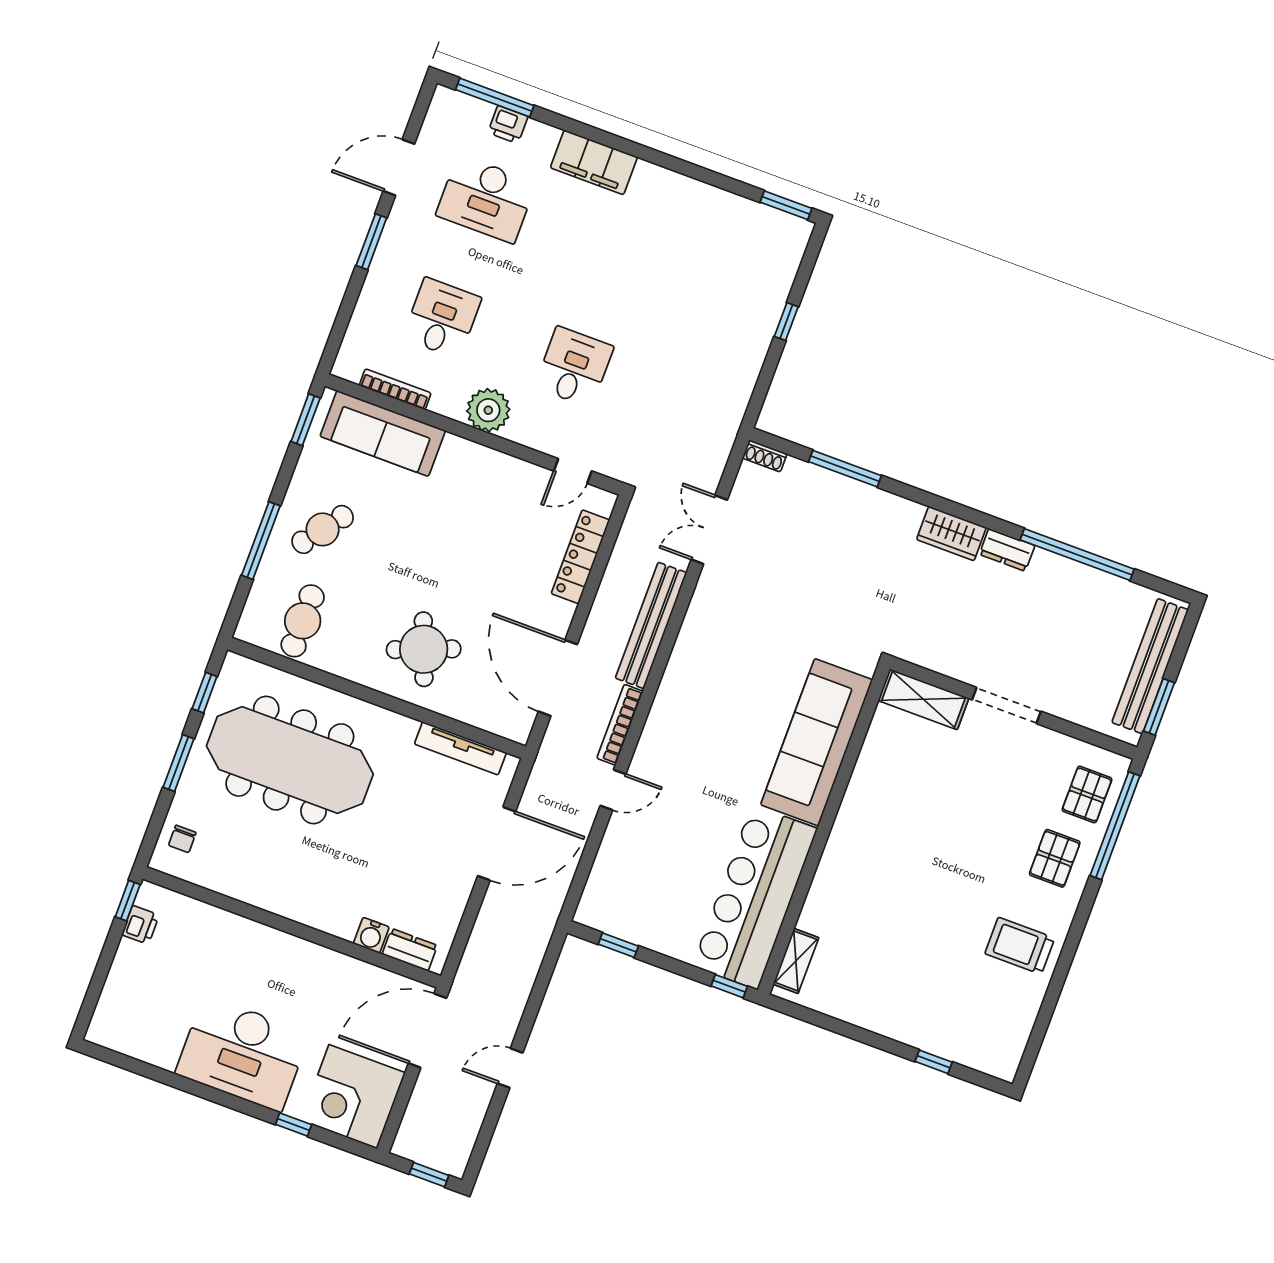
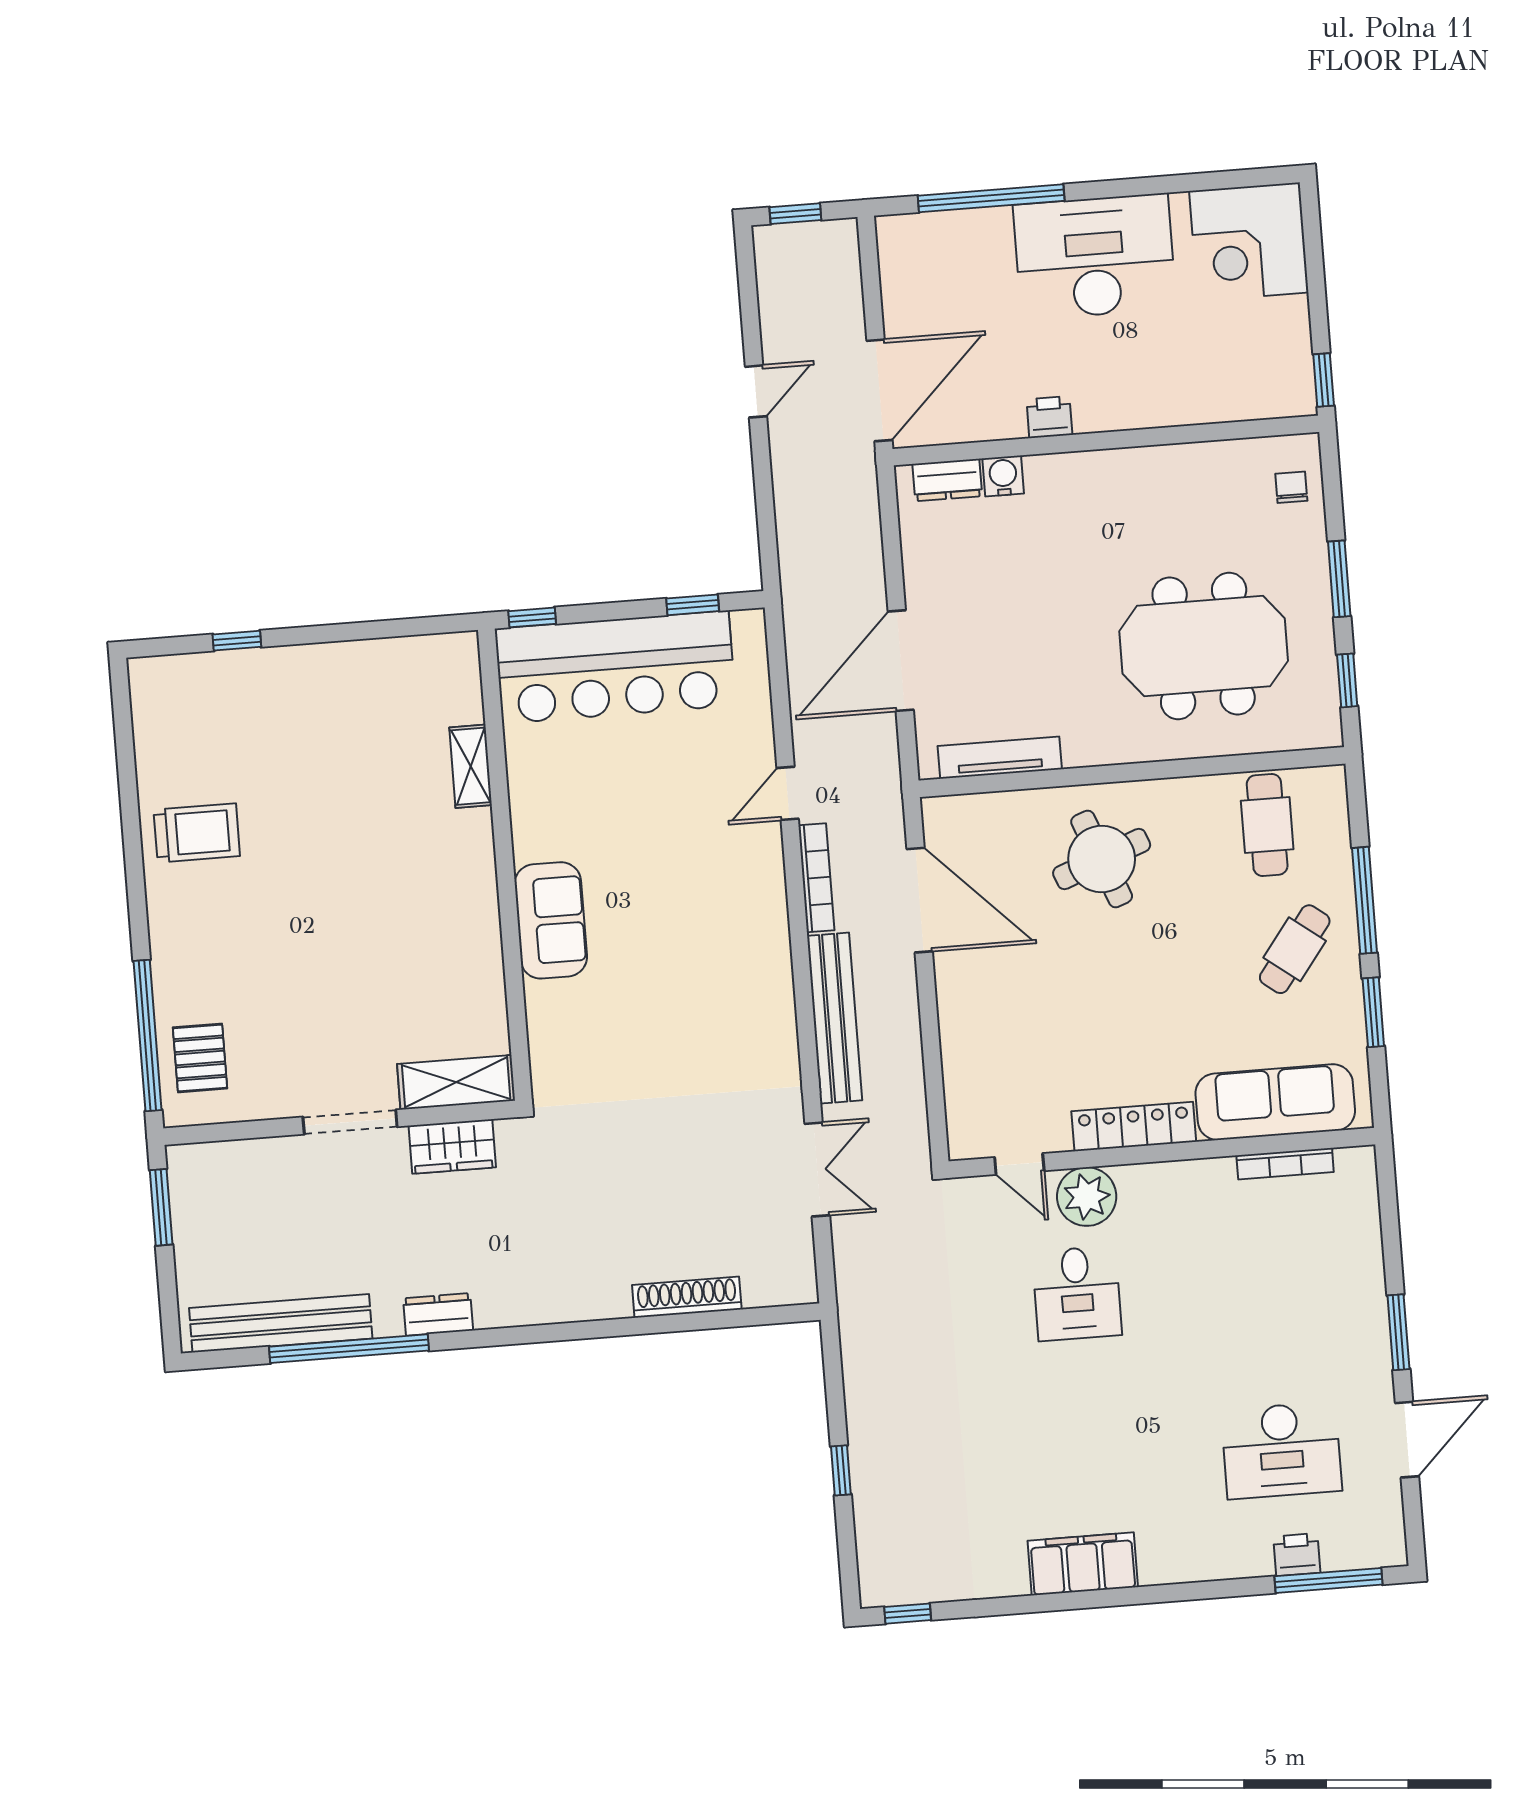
filing cabinet: (594, 162) -> (1083, 1564), moved
desk: (486, 199) -> (1281, 1450), turned 180
window: (786, 205) -> (908, 1614), width x0.67
desk: (442, 318) -> (1268, 1278), removed
plant: (488, 410) -> (1087, 1197), moved
window: (306, 420) -> (1373, 1012), moved
shoe rack: (765, 456) -> (687, 1297), moved, width x1.94, depth x1.24
window: (845, 469) -> (685, 1322), removed
door: (573, 471) -> (1019, 1164), swing flipped
wardrobe: (951, 534) -> (452, 1146), moved, turned 180
locker: (580, 557) -> (1134, 1127), moved, turned -90
bench: (1150, 666) -> (281, 1323), moved, turned 90
sofa: (817, 742) -> (551, 920), width x0.54, depth x0.79
meeting table: (290, 760) -> (1204, 646), width x0.73
pallet: (1055, 858) -> (203, 961), removed
bar counter: (755, 897) -> (615, 667), moved, turned 90
printer: (141, 925) -> (1049, 417), moved, turned 90
shelving: (796, 961) -> (471, 766), moved
corner desk: (353, 1097) -> (1249, 242), moved, turned 180
window: (294, 1124) -> (991, 198), width x3.17

